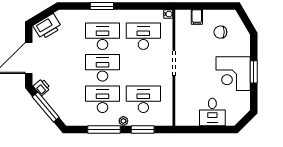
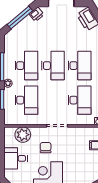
chair: (220, 32) -> (46, 148), moved
plant: (184, 103) -> (23, 135), added

